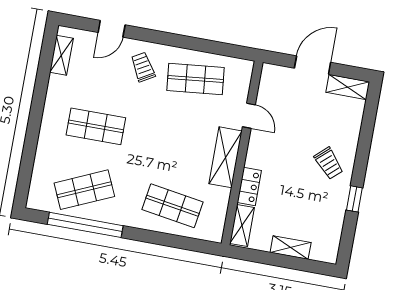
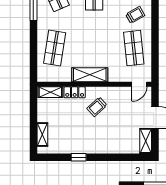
door: (249, 116) -> (139, 84), moved
trolley: (329, 163) -> (97, 107), moved
shelving: (291, 247) -> (42, 135), moved

